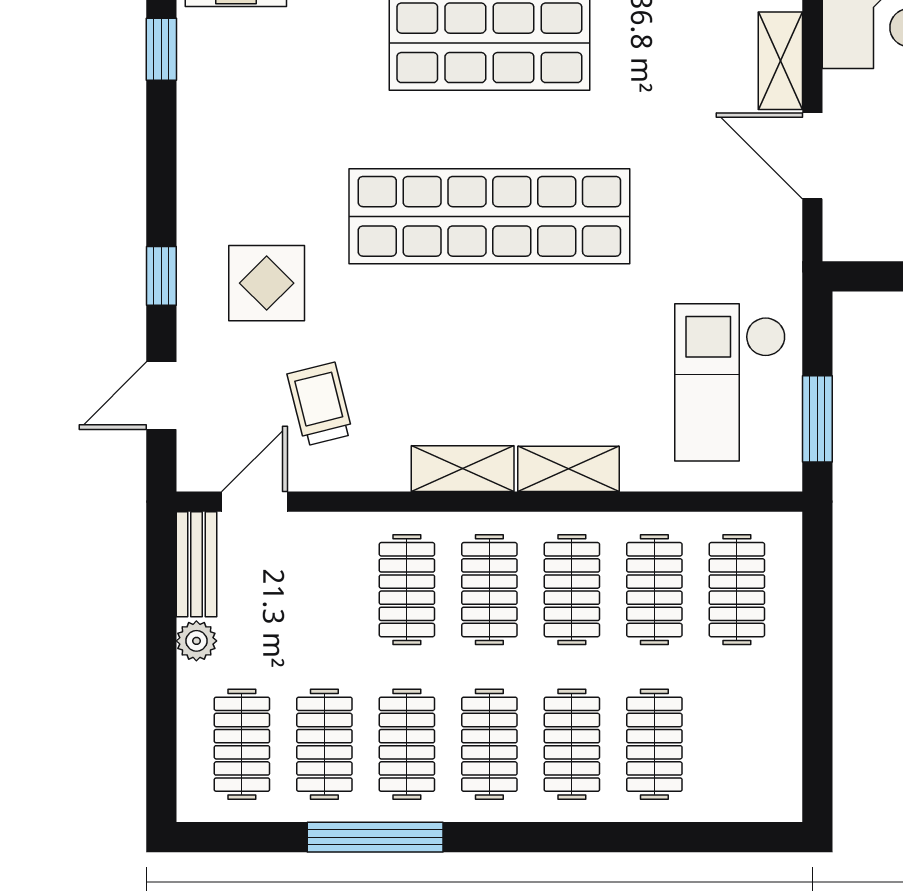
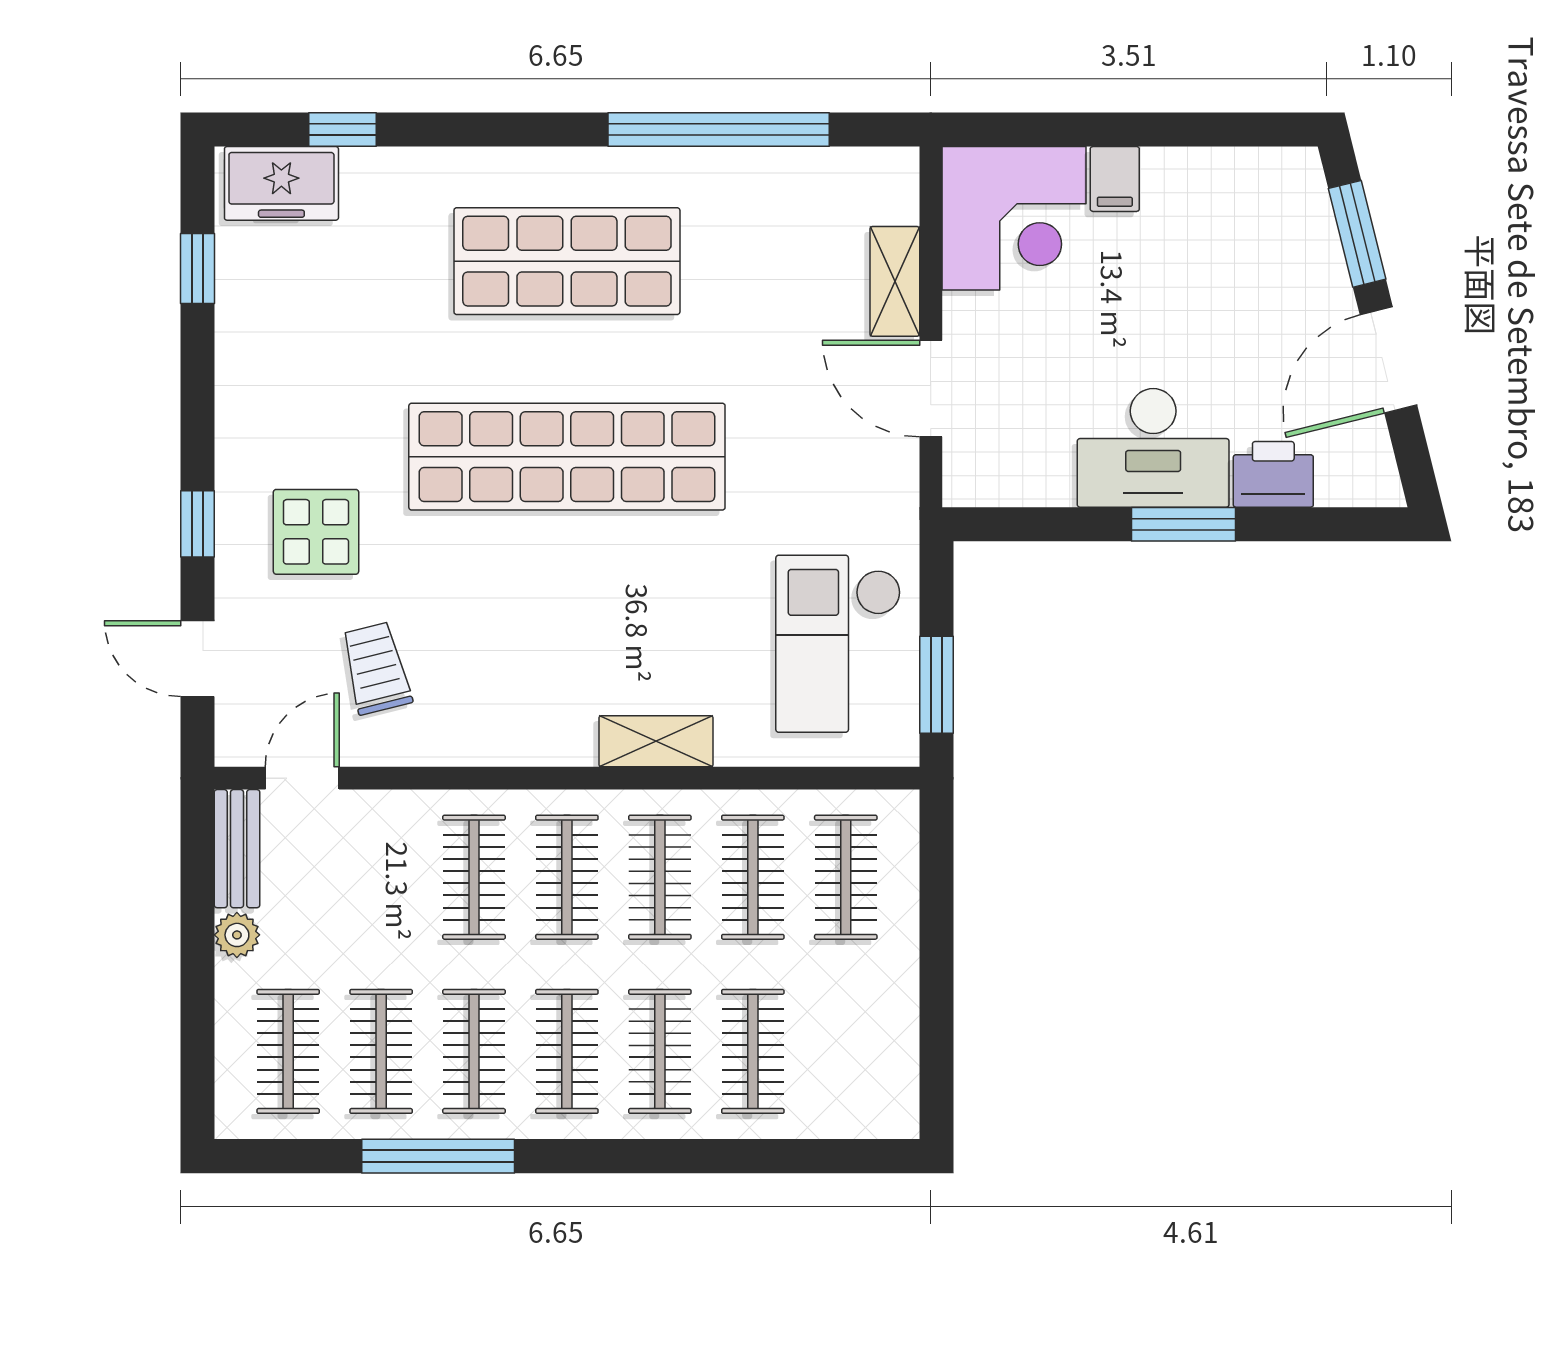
door: (161, 396) -> (197, 659), hinge flipped
shelving: (463, 469) -> (537, 741), removed

